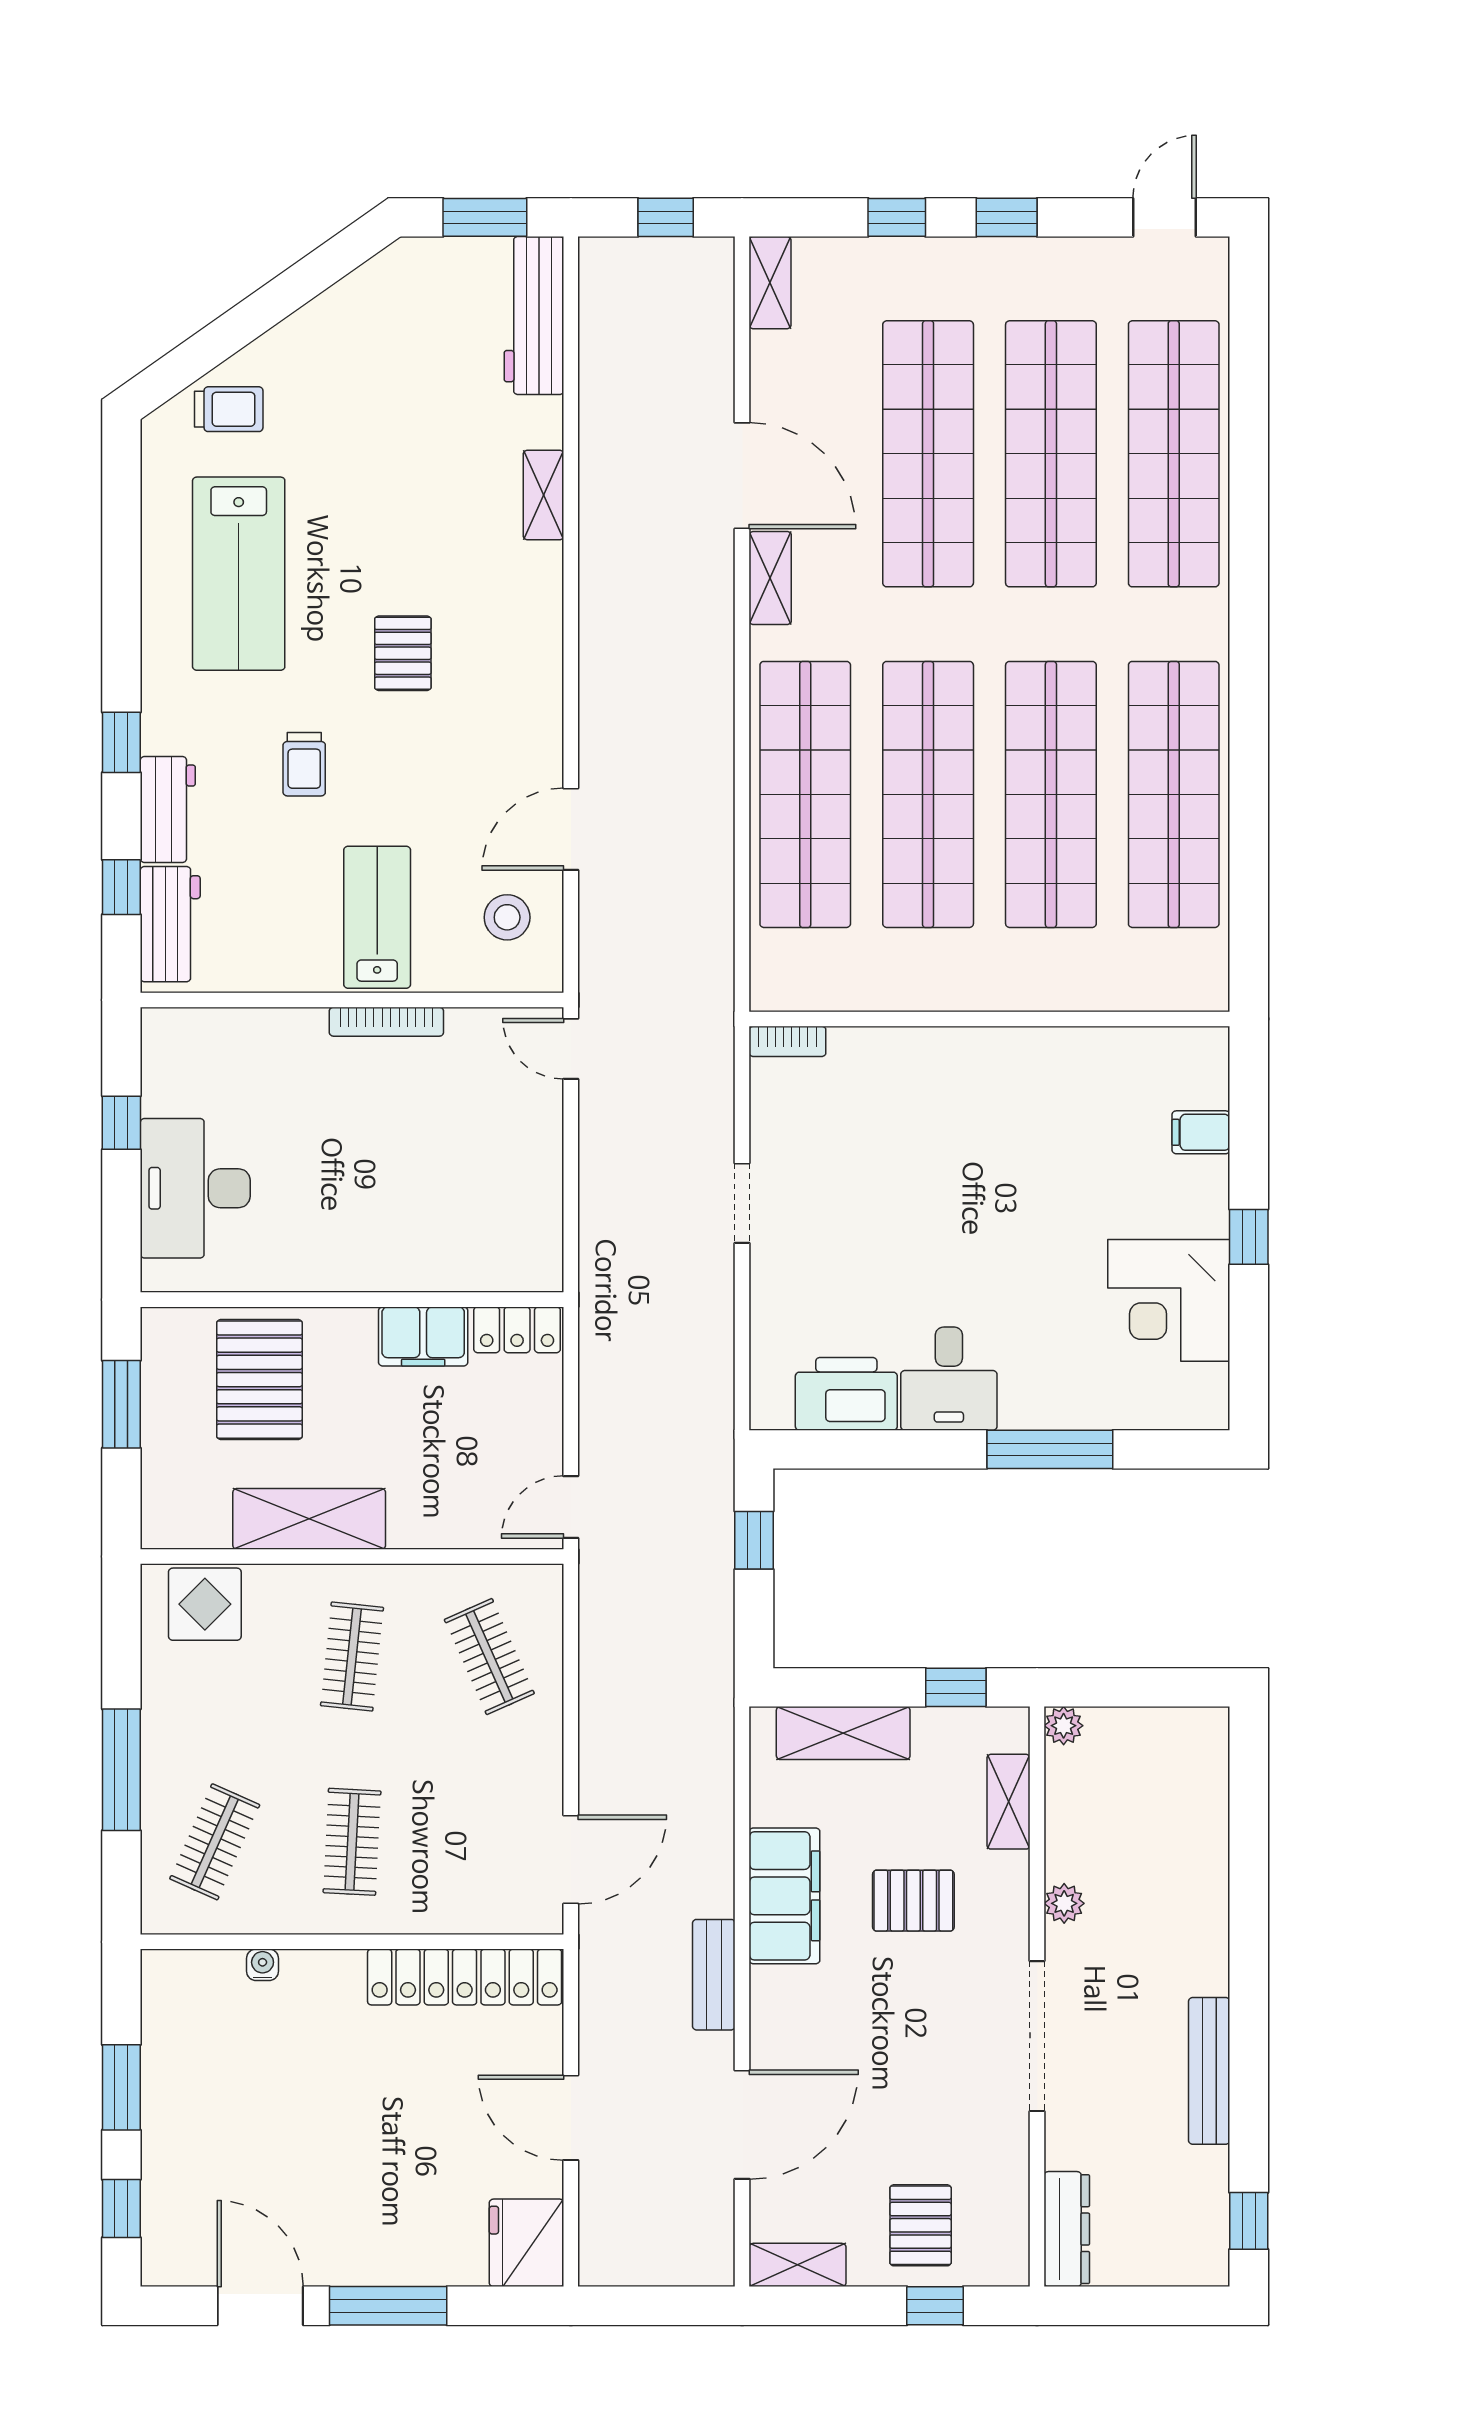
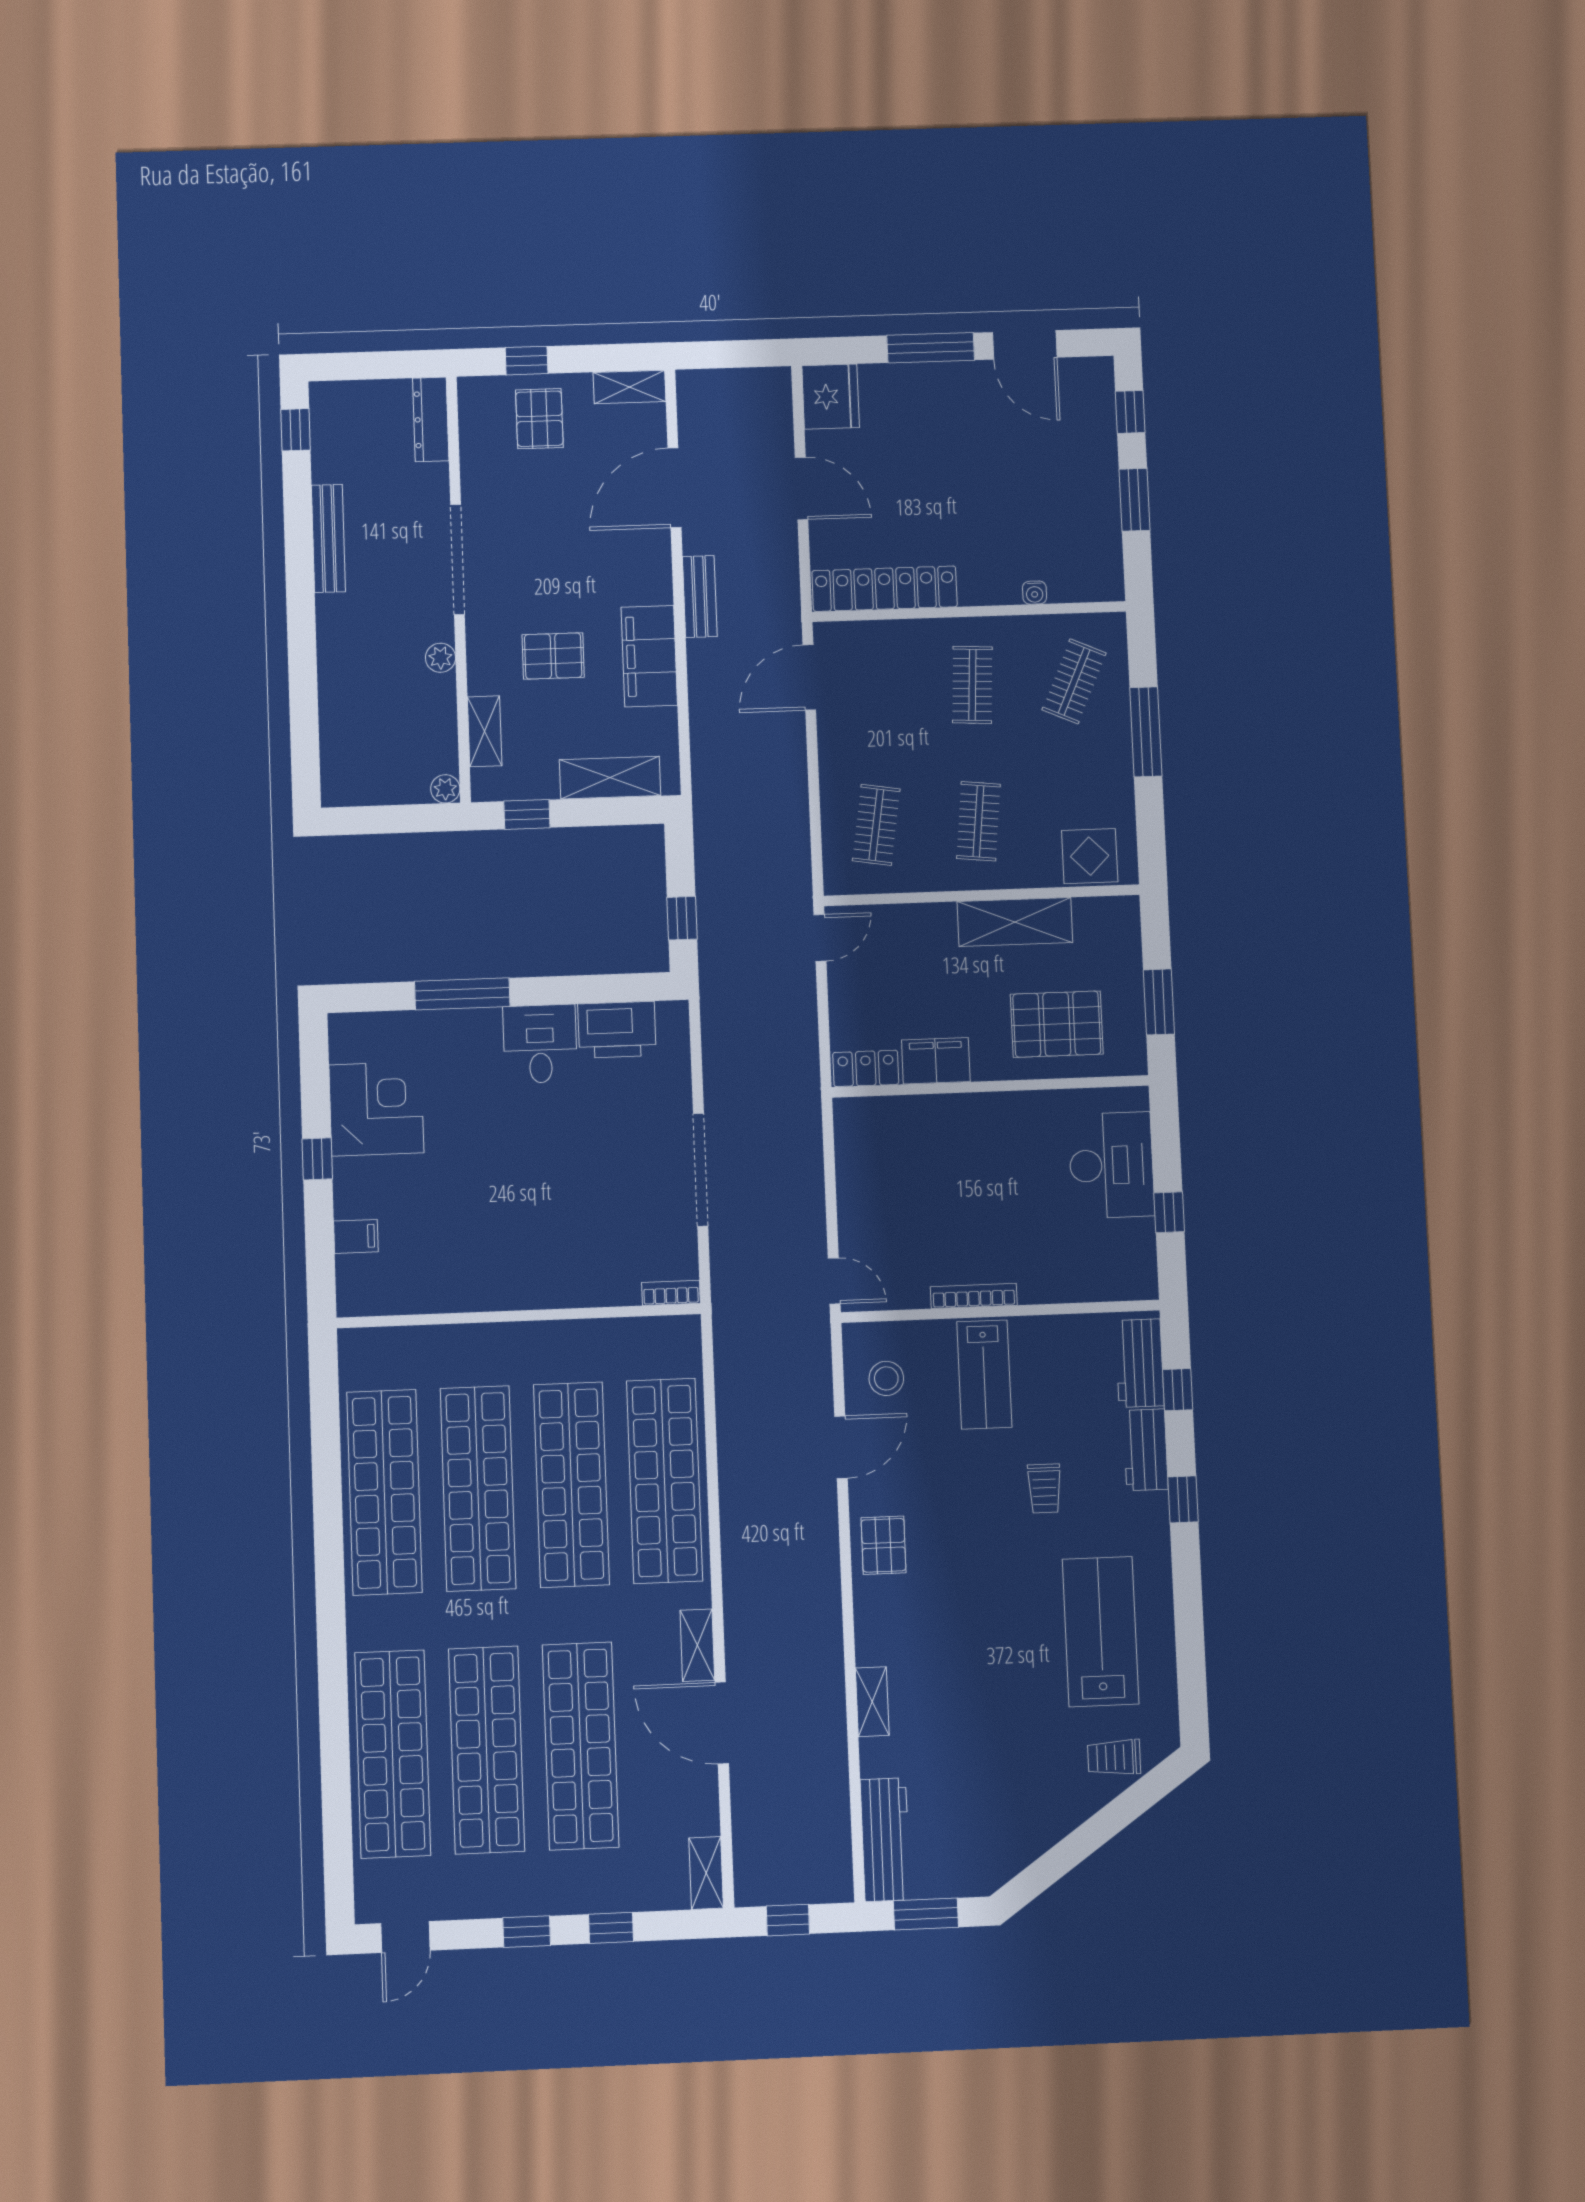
pallet: (403, 653) -> (884, 1545), moved
trolley: (304, 764) -> (1044, 1488), turned 180
doorway: (742, 1203) -> (701, 1170), width x1.87
pallet: (259, 1380) -> (1057, 1024), turned 90
clothes rail: (489, 1657) -> (876, 825), turned 33

